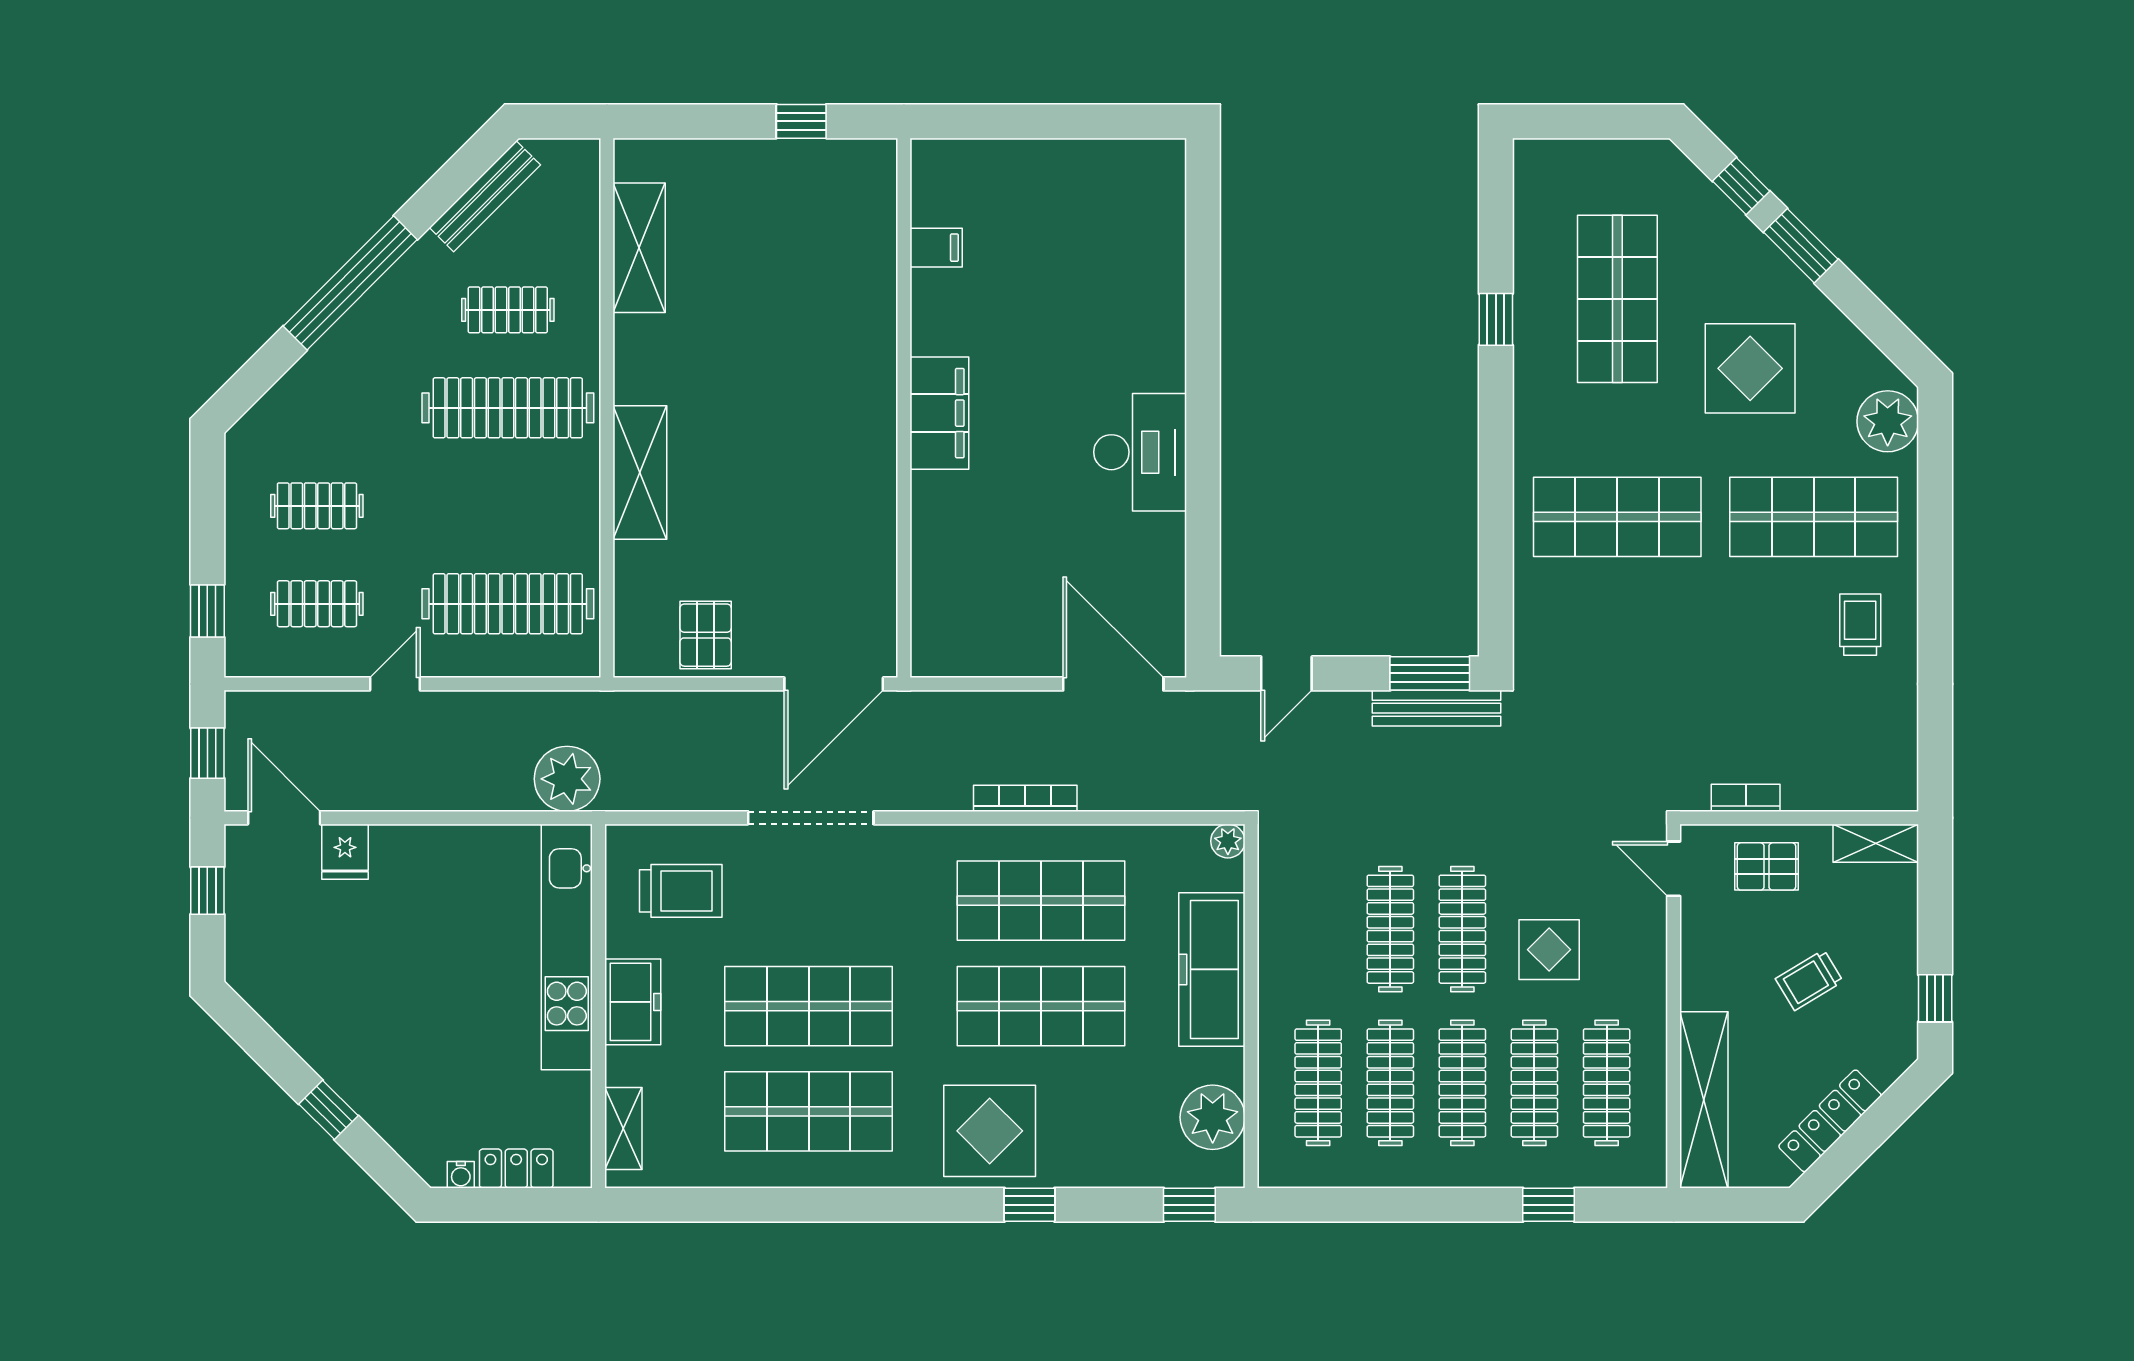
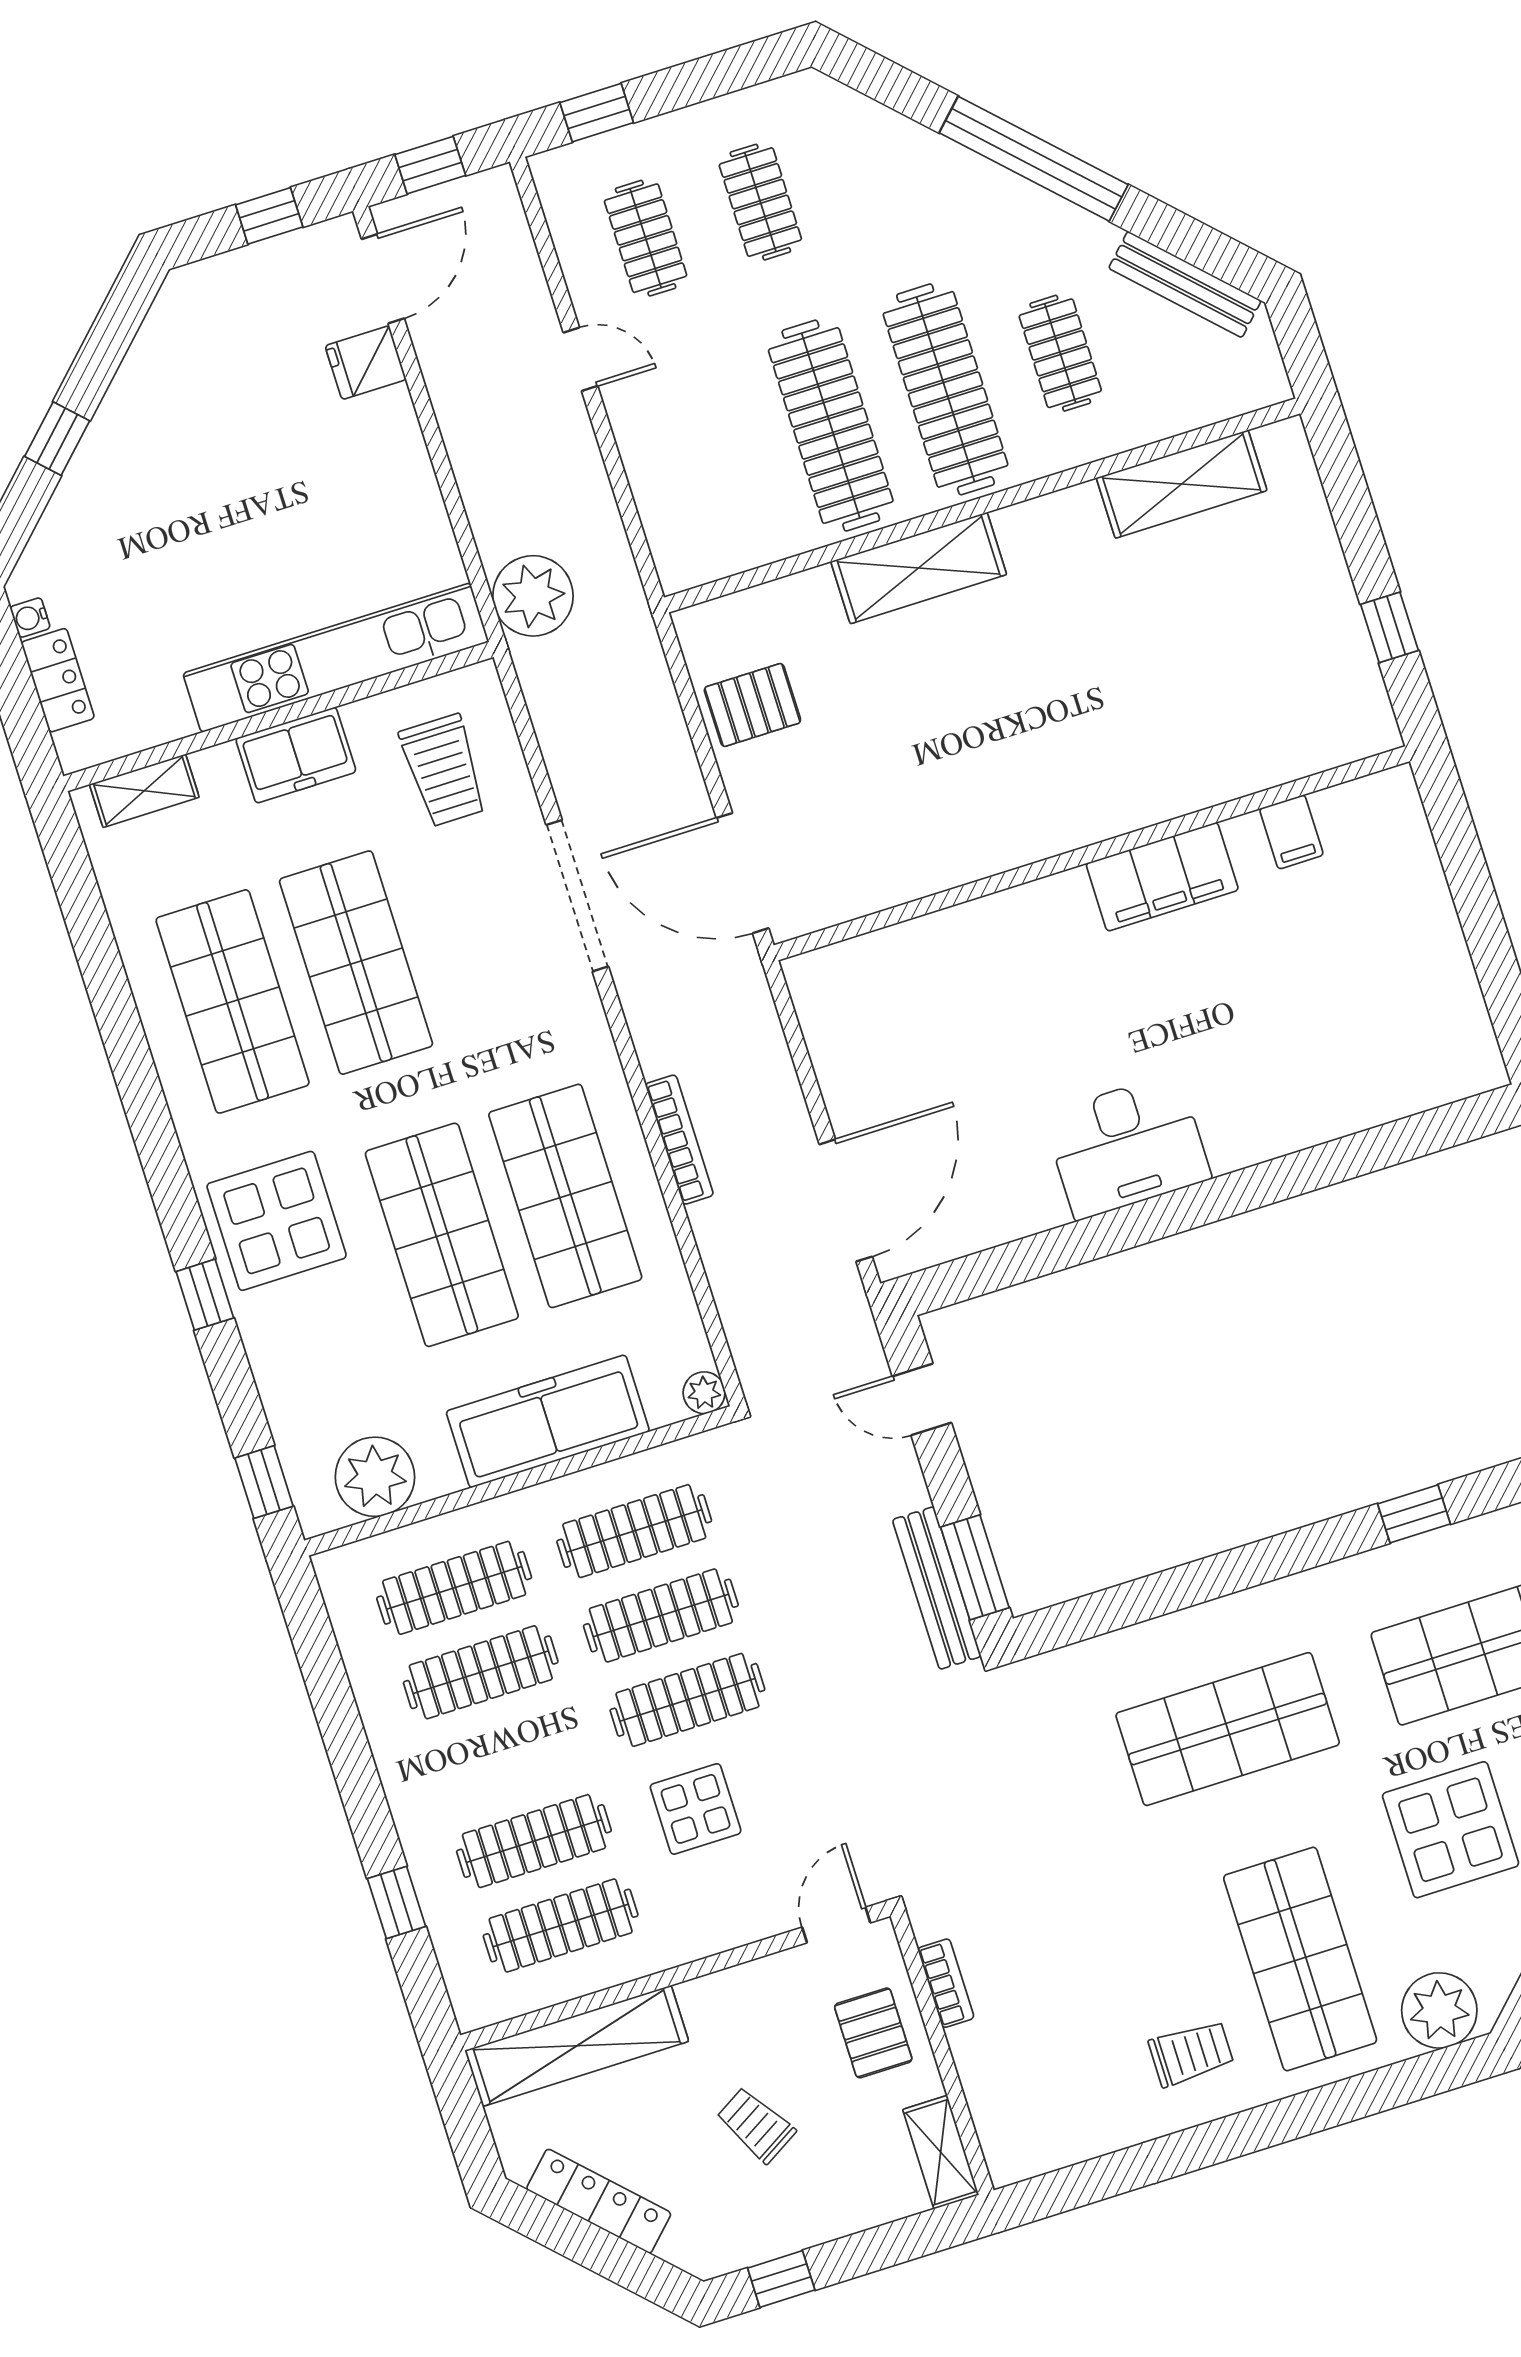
filing cabinet: (939, 413) -> (1162, 877), moved
shop shelf: (1617, 517) -> (1228, 1729), turned 90
clothes rail: (508, 604) -> (831, 426), moved
clothes rail: (1462, 1083) -> (634, 1531), moved

